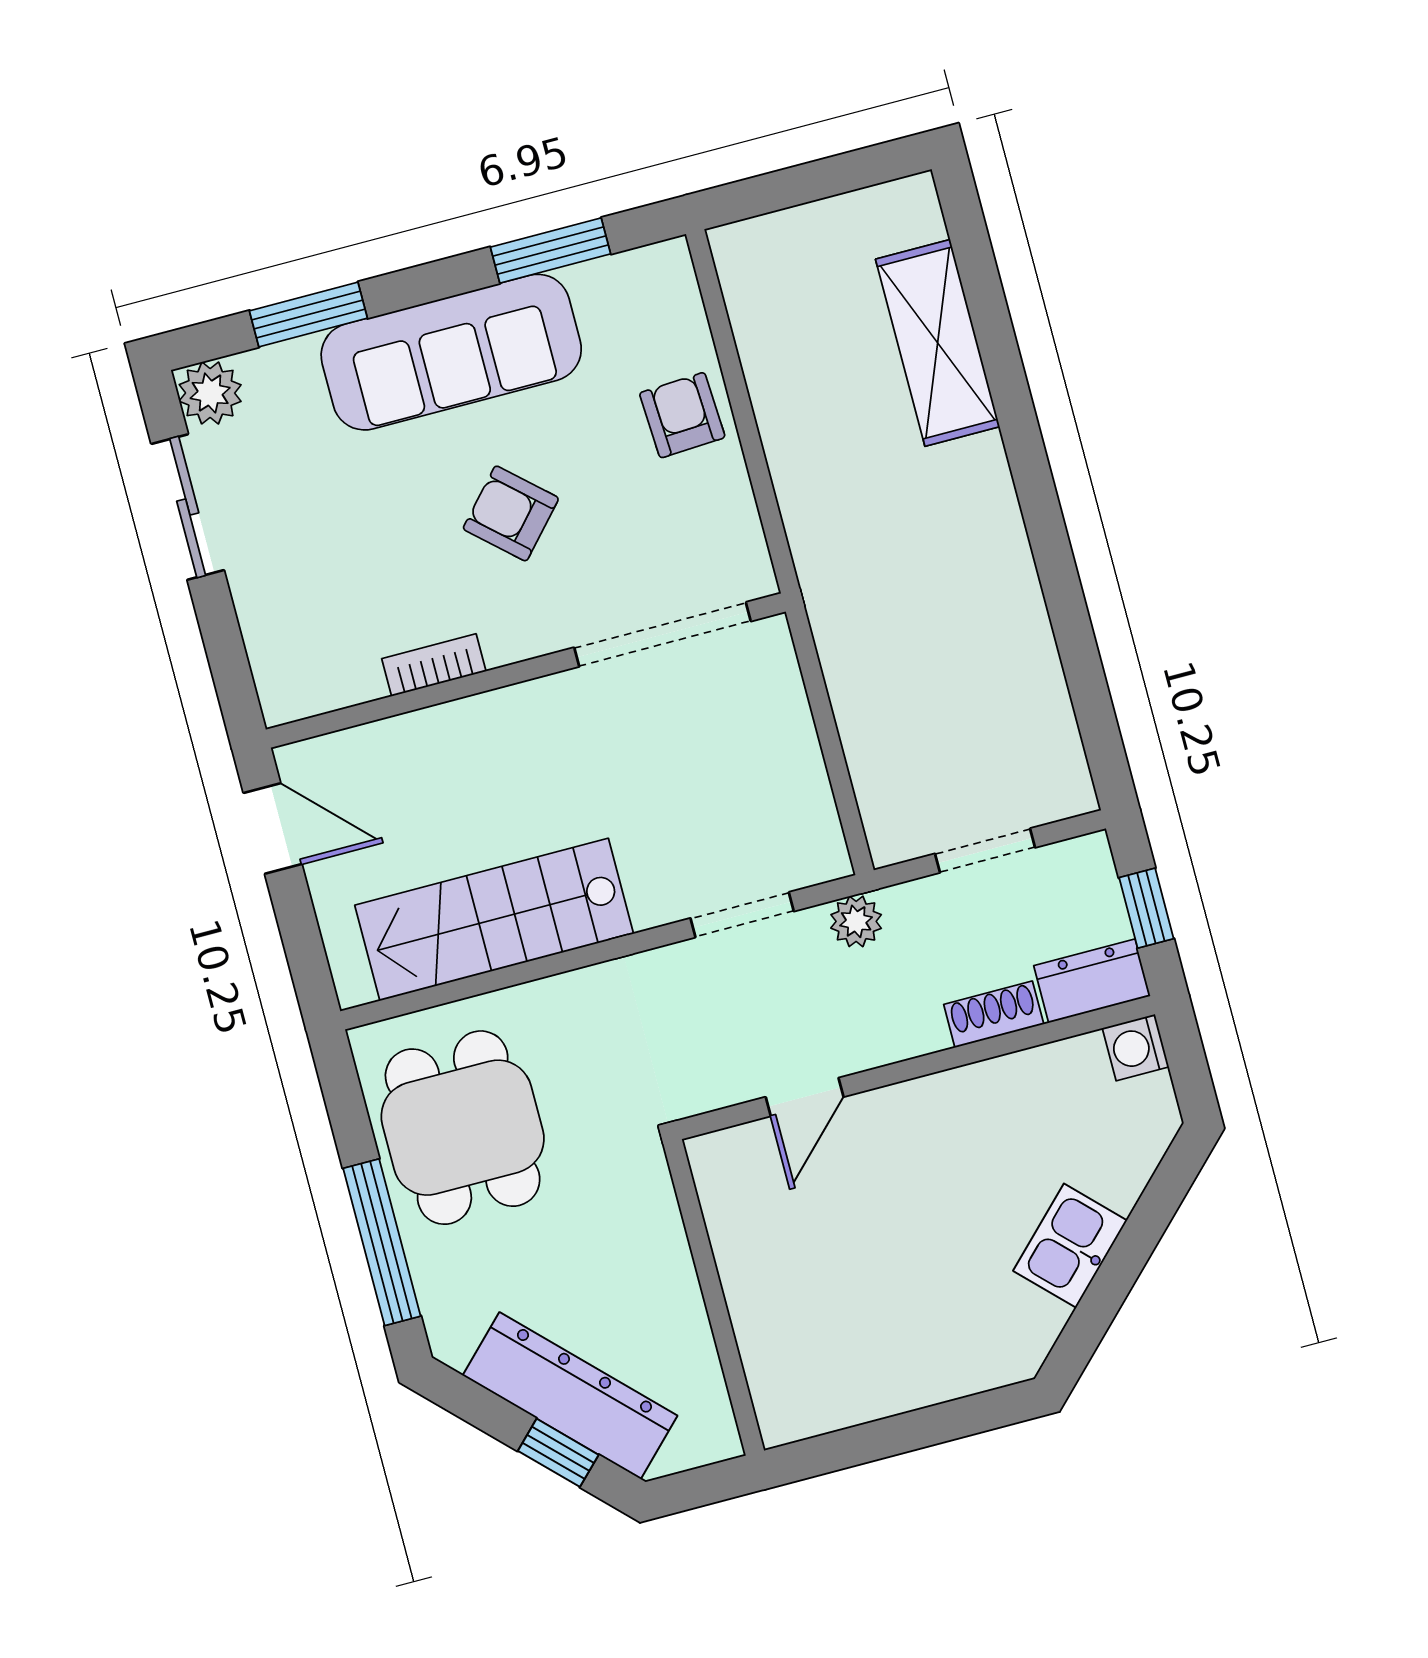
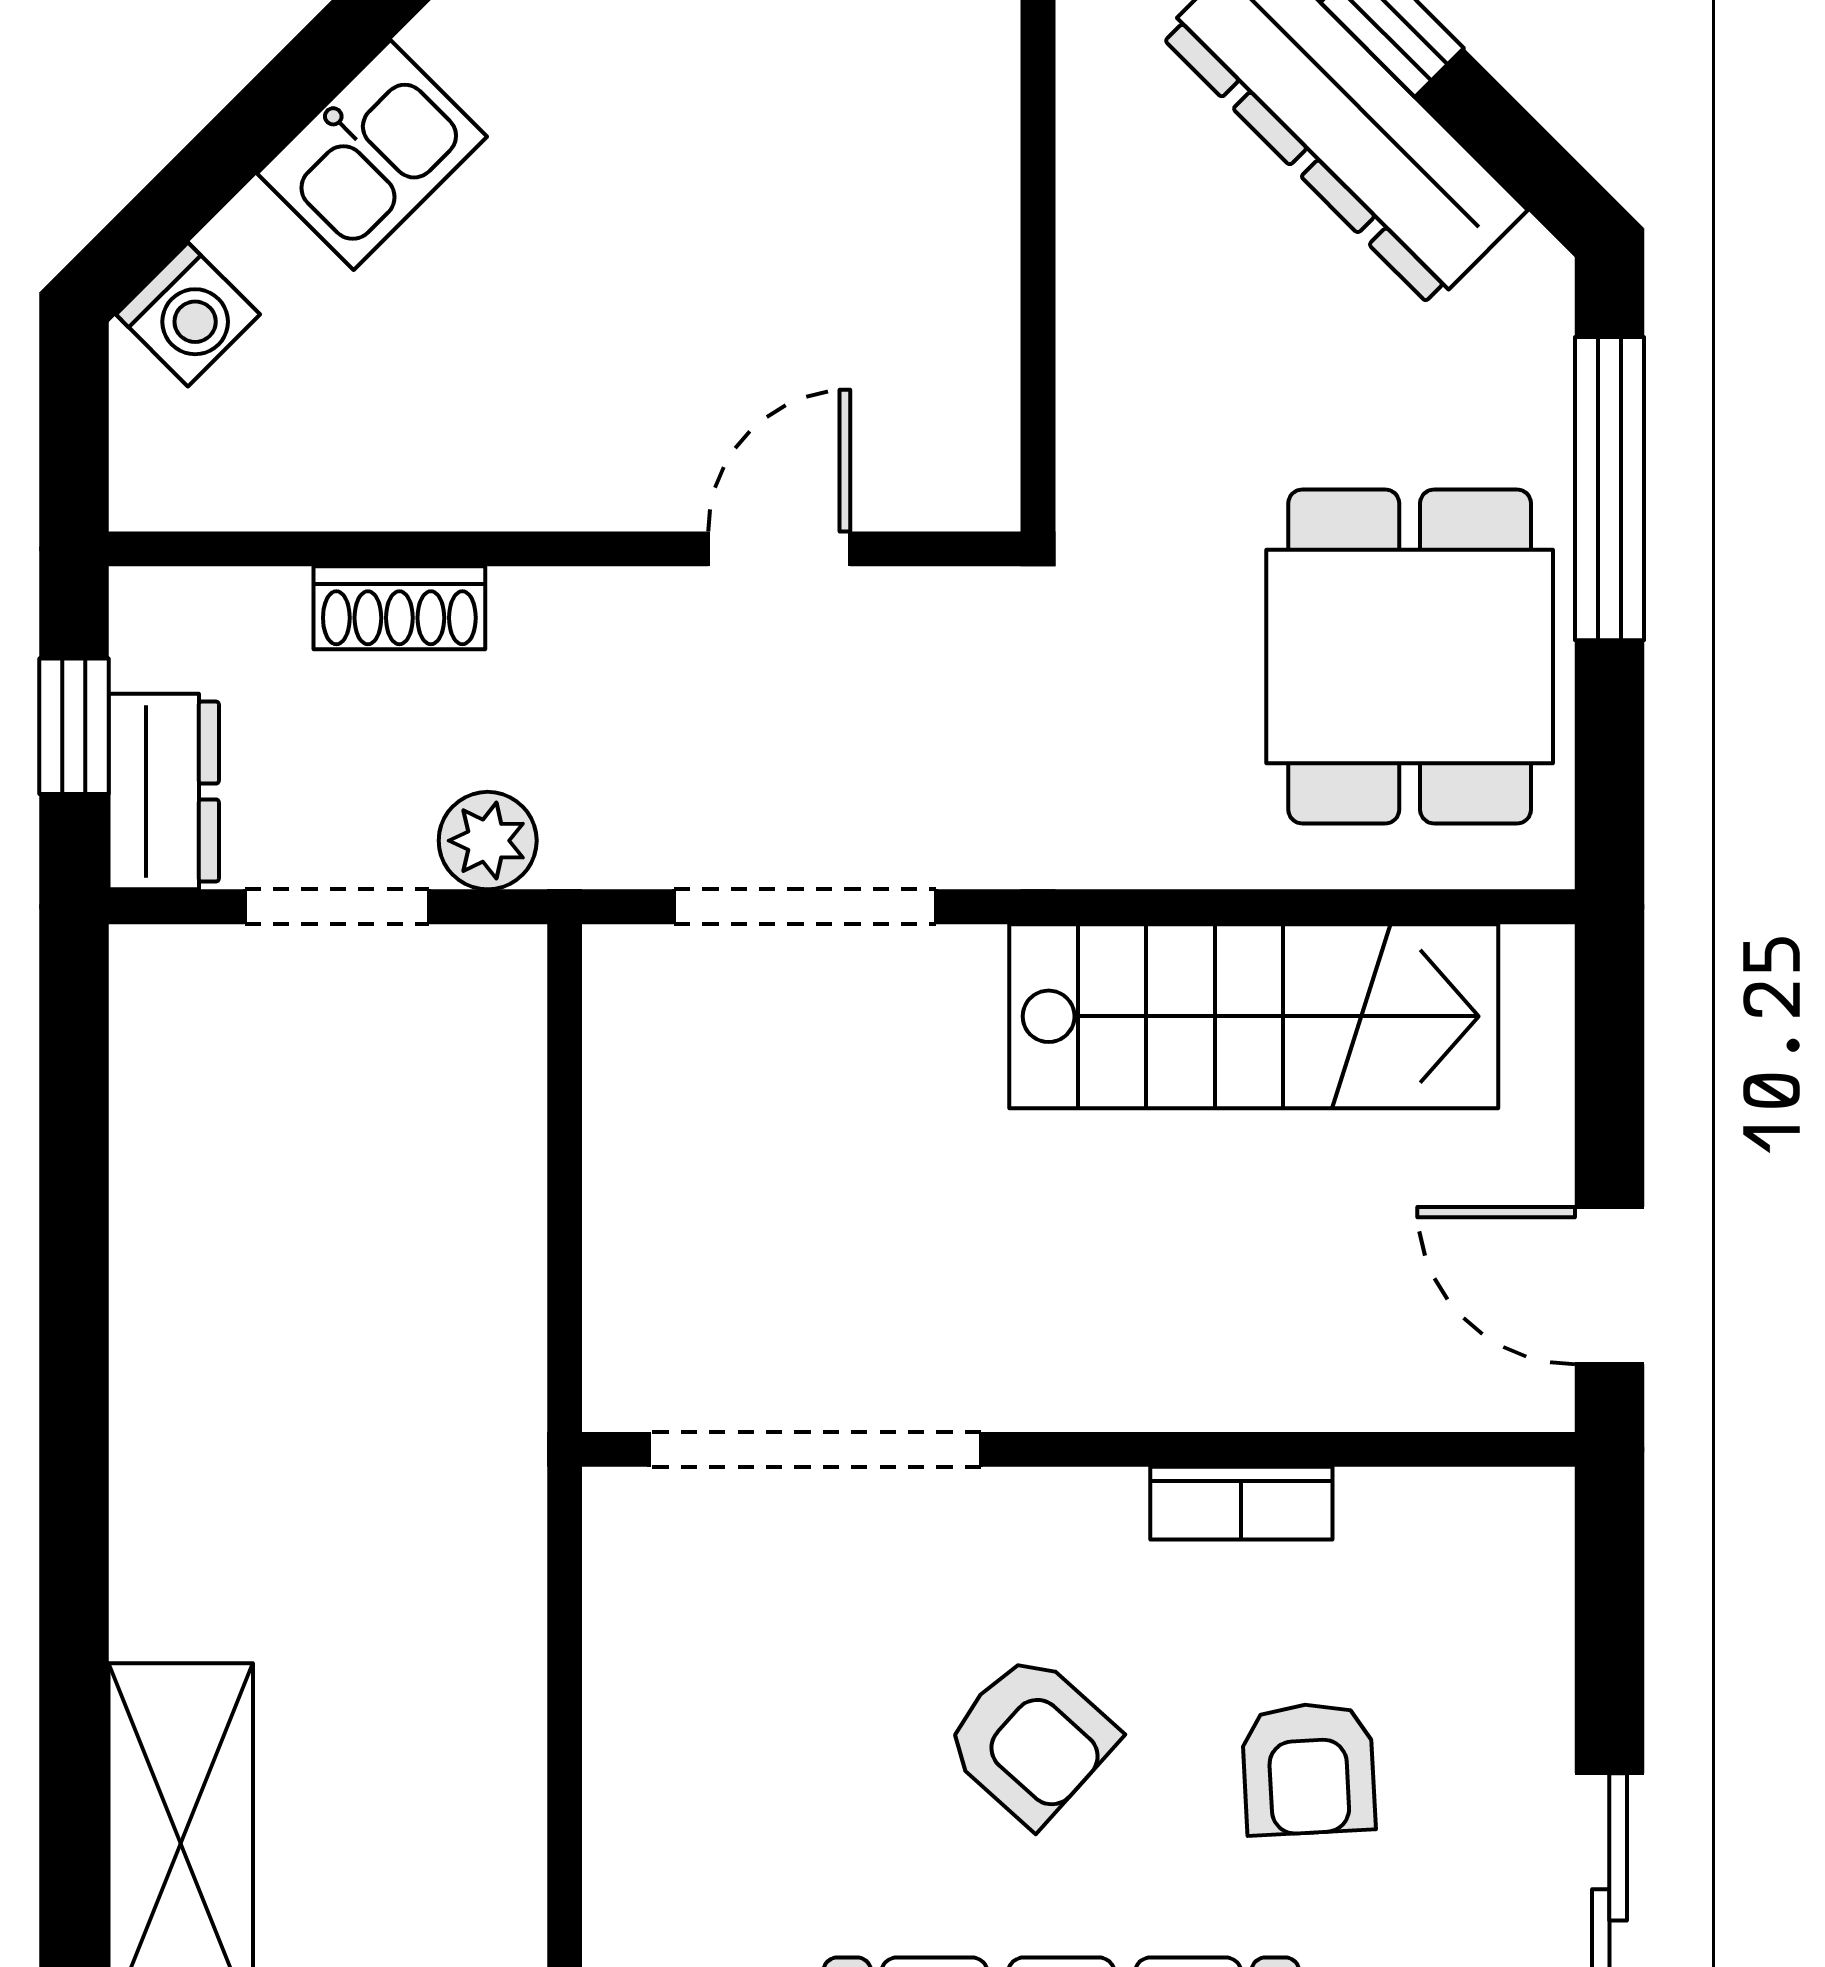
armchair: (682, 415) -> (1308, 1769), moved
doorway: (742, 915) -> (805, 907), width x1.38
plant: (856, 921) -> (488, 841), moved
dresser: (1092, 981) -> (164, 792), moved, turned -90
washing machine: (1136, 1047) -> (188, 314), moved, turned 45

